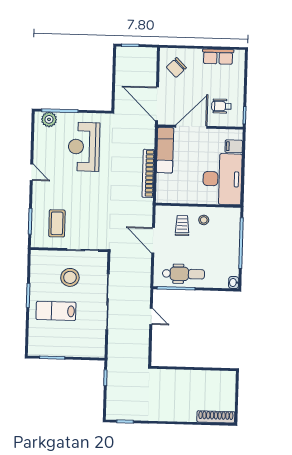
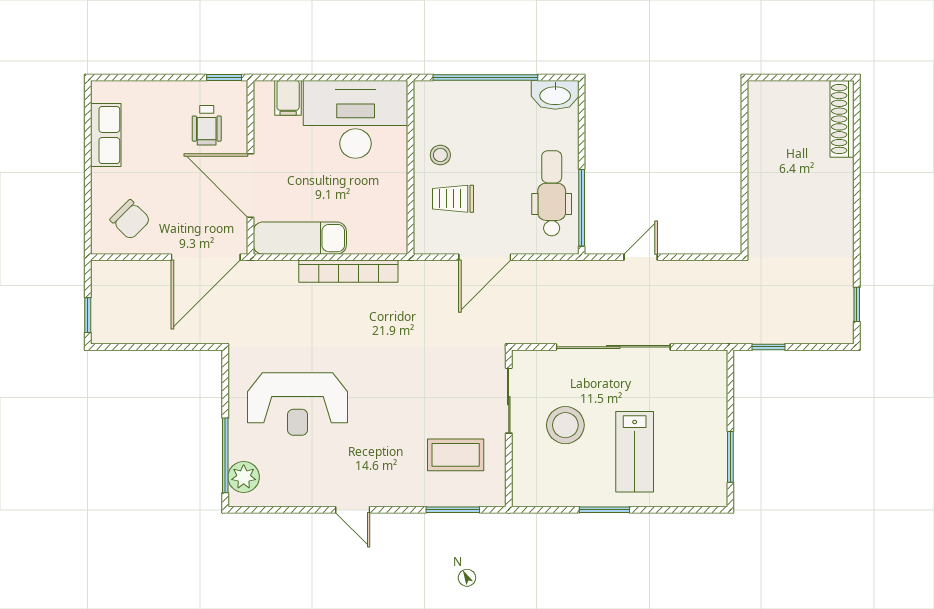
door: (31, 172) -> (353, 510), swing flipped
washbasin: (234, 283) -> (555, 95), width x1.91, depth x1.45

